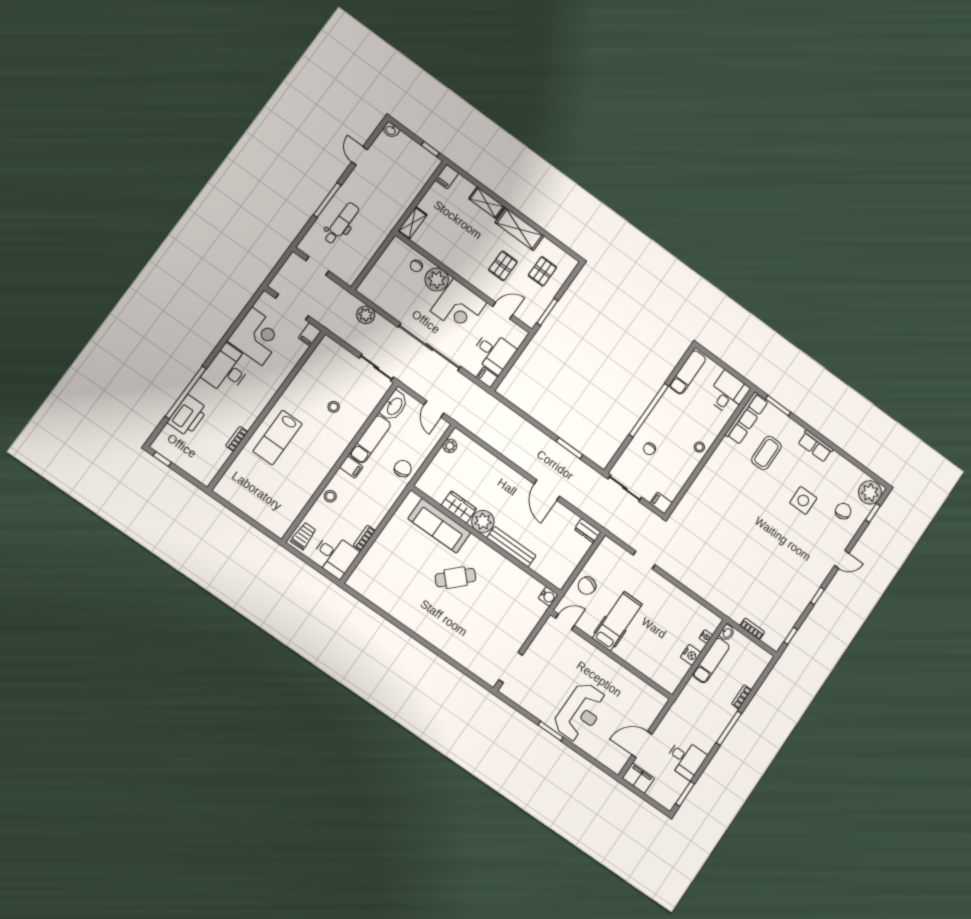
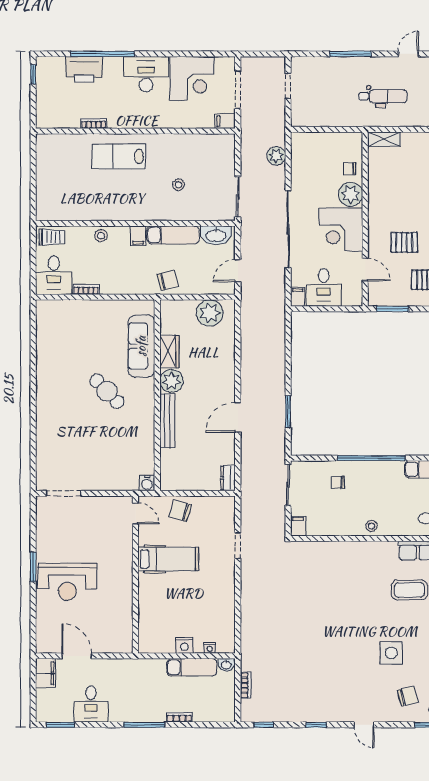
dental chair: (341, 223) -> (383, 96), moved
plant: (450, 446) -> (210, 313), width x1.88, depth x1.88

